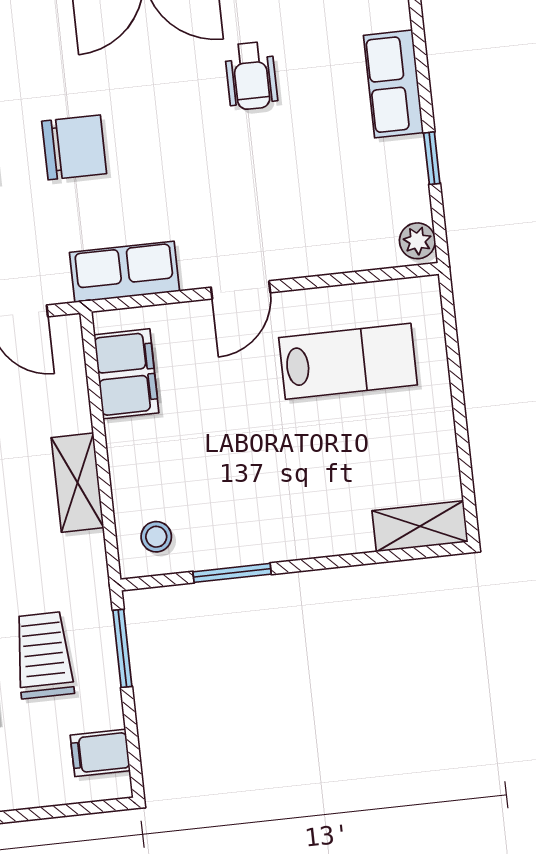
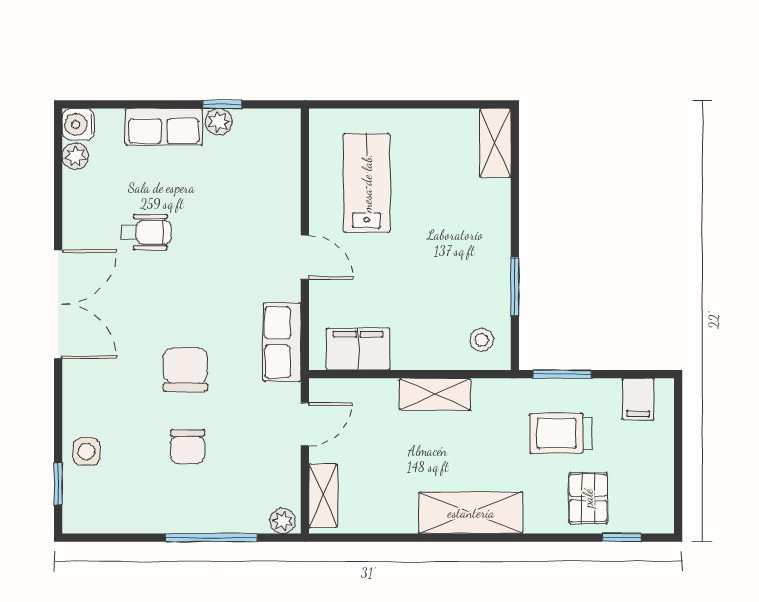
plant: (417, 241) -> (219, 122), moved

